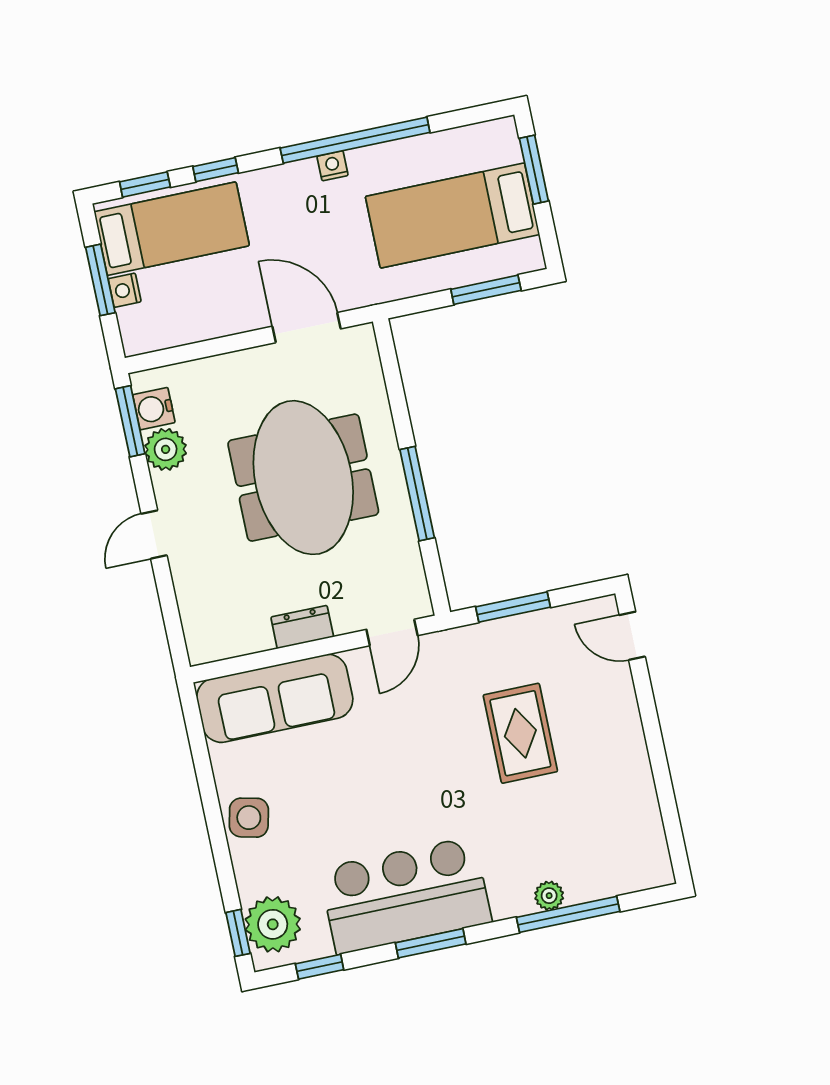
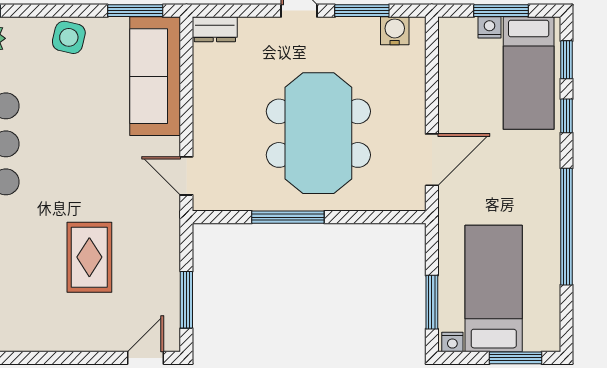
nightstand: (333, 166) -> (452, 342), moved, turned 90
window: (130, 421) -> (362, 11), moved
plant: (166, 449) -> (362, 33), removed
meeting table: (303, 478) -> (318, 133), turned 90
window: (513, 607) -> (186, 300), moved
dresser: (302, 627) -> (215, 29), moved, turned 90
rug: (520, 733) -> (89, 257), turned 90
window: (198, 741) -> (135, 11), added

